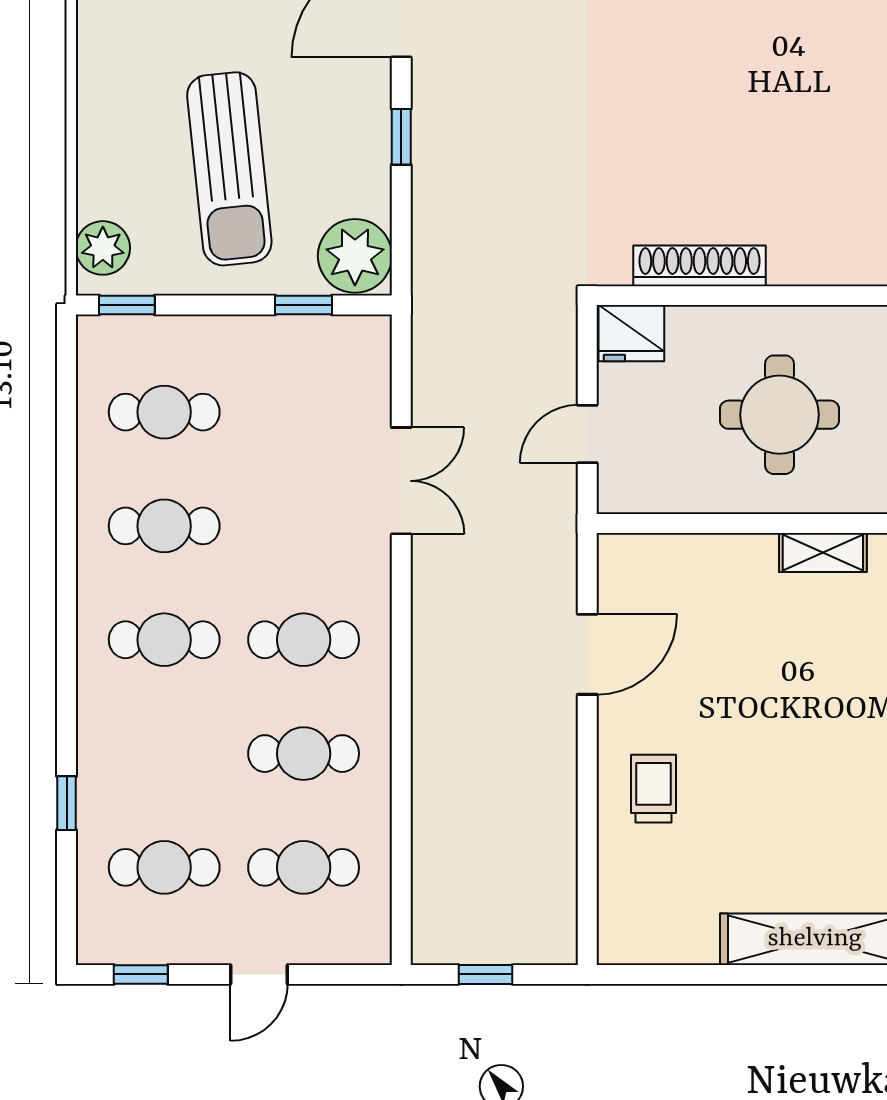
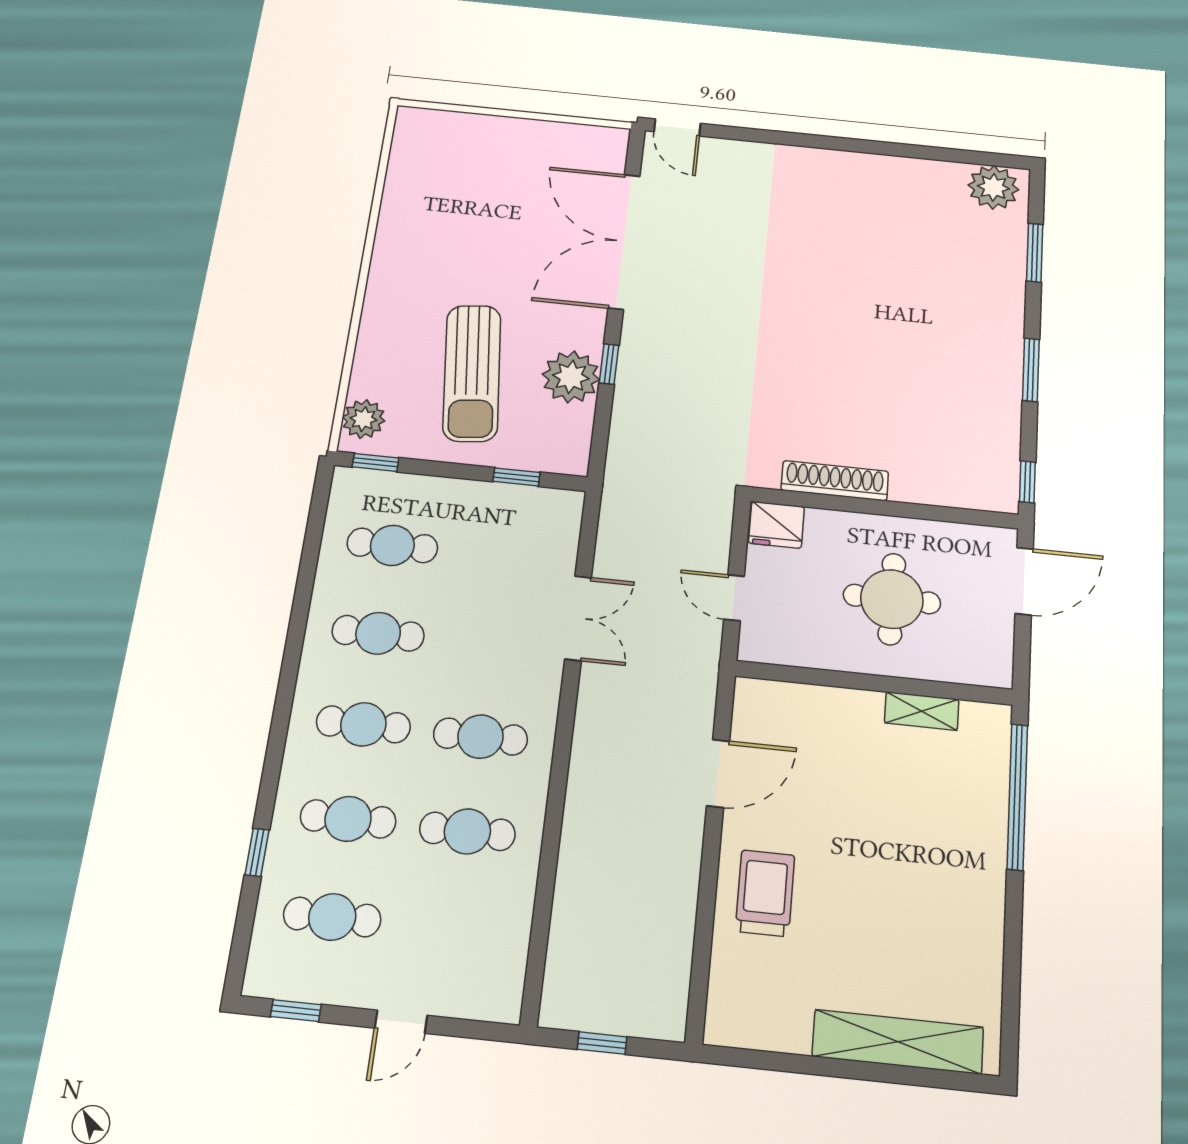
plant: (355, 256) -> (571, 377), moved
door: (587, 434) -> (734, 598), hinge flipped
trolley: (653, 789) -> (765, 893), width x1.36, depth x1.39
cafe table: (304, 867) -> (348, 819), moved

